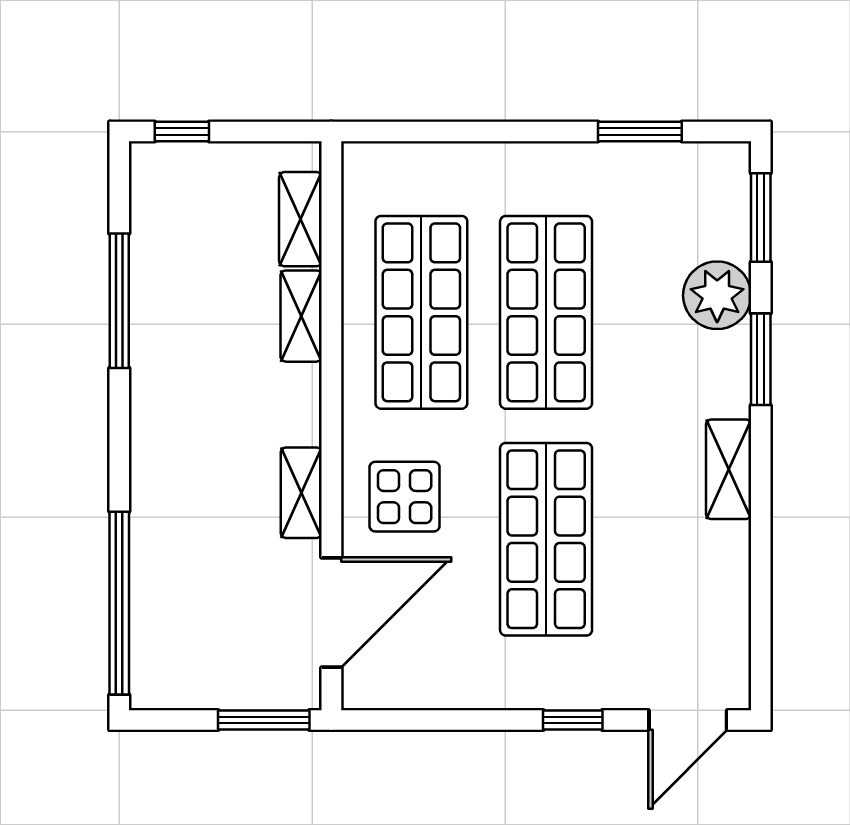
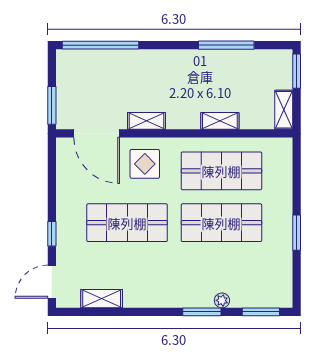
window: (182, 132) -> (297, 71), width x1.50
window: (640, 132) -> (297, 233), moved
shelving: (300, 219) -> (284, 110), moved, turned 90
plant: (717, 295) -> (222, 300), width x0.53, depth x0.53
shelving: (729, 469) -> (102, 299), moved
door: (688, 720) -> (52, 282), hinge flipped

